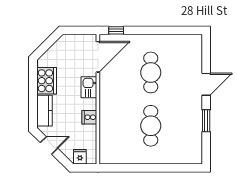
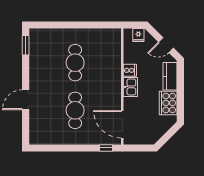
door: (98, 57) -> (122, 124), hinge flipped
kitchen sink: (89, 87) -> (130, 87), moved
window: (206, 121) -> (26, 45), moved

